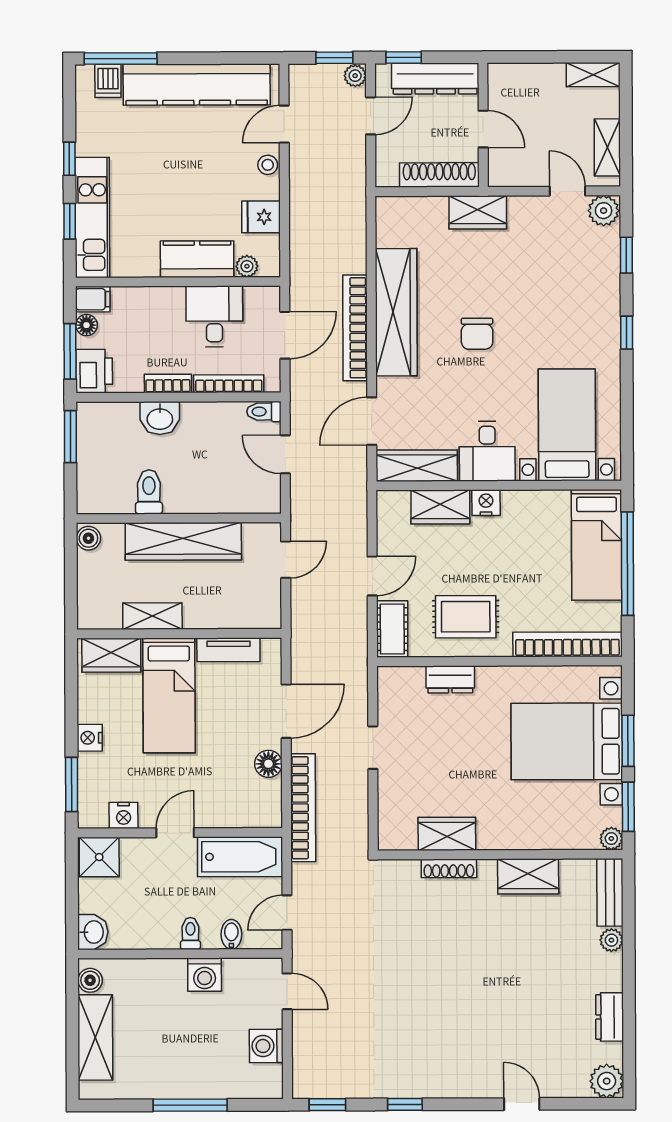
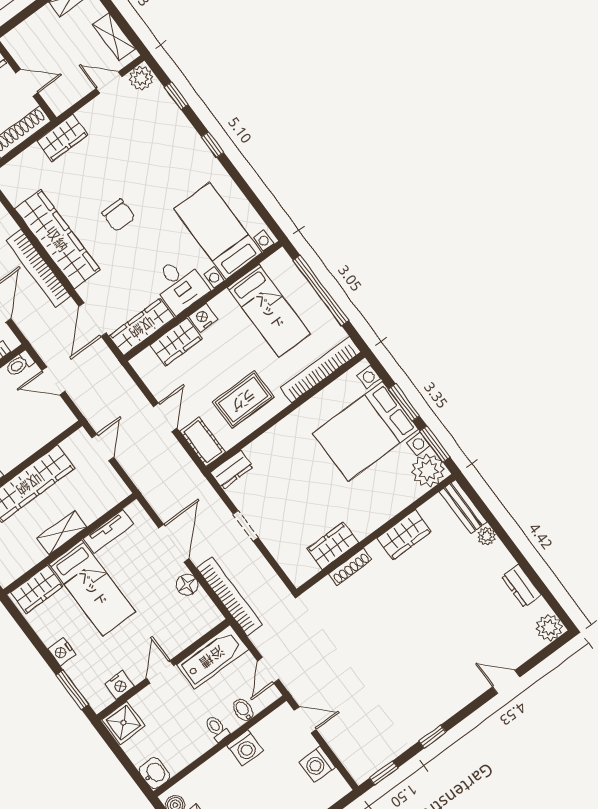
bed: (597, 545) -> (269, 311), moved
shelving: (152, 616) -> (62, 533), moved
dresser: (450, 679) -> (232, 470), moved
plant: (611, 839) -> (428, 470), width x1.87, depth x1.87

